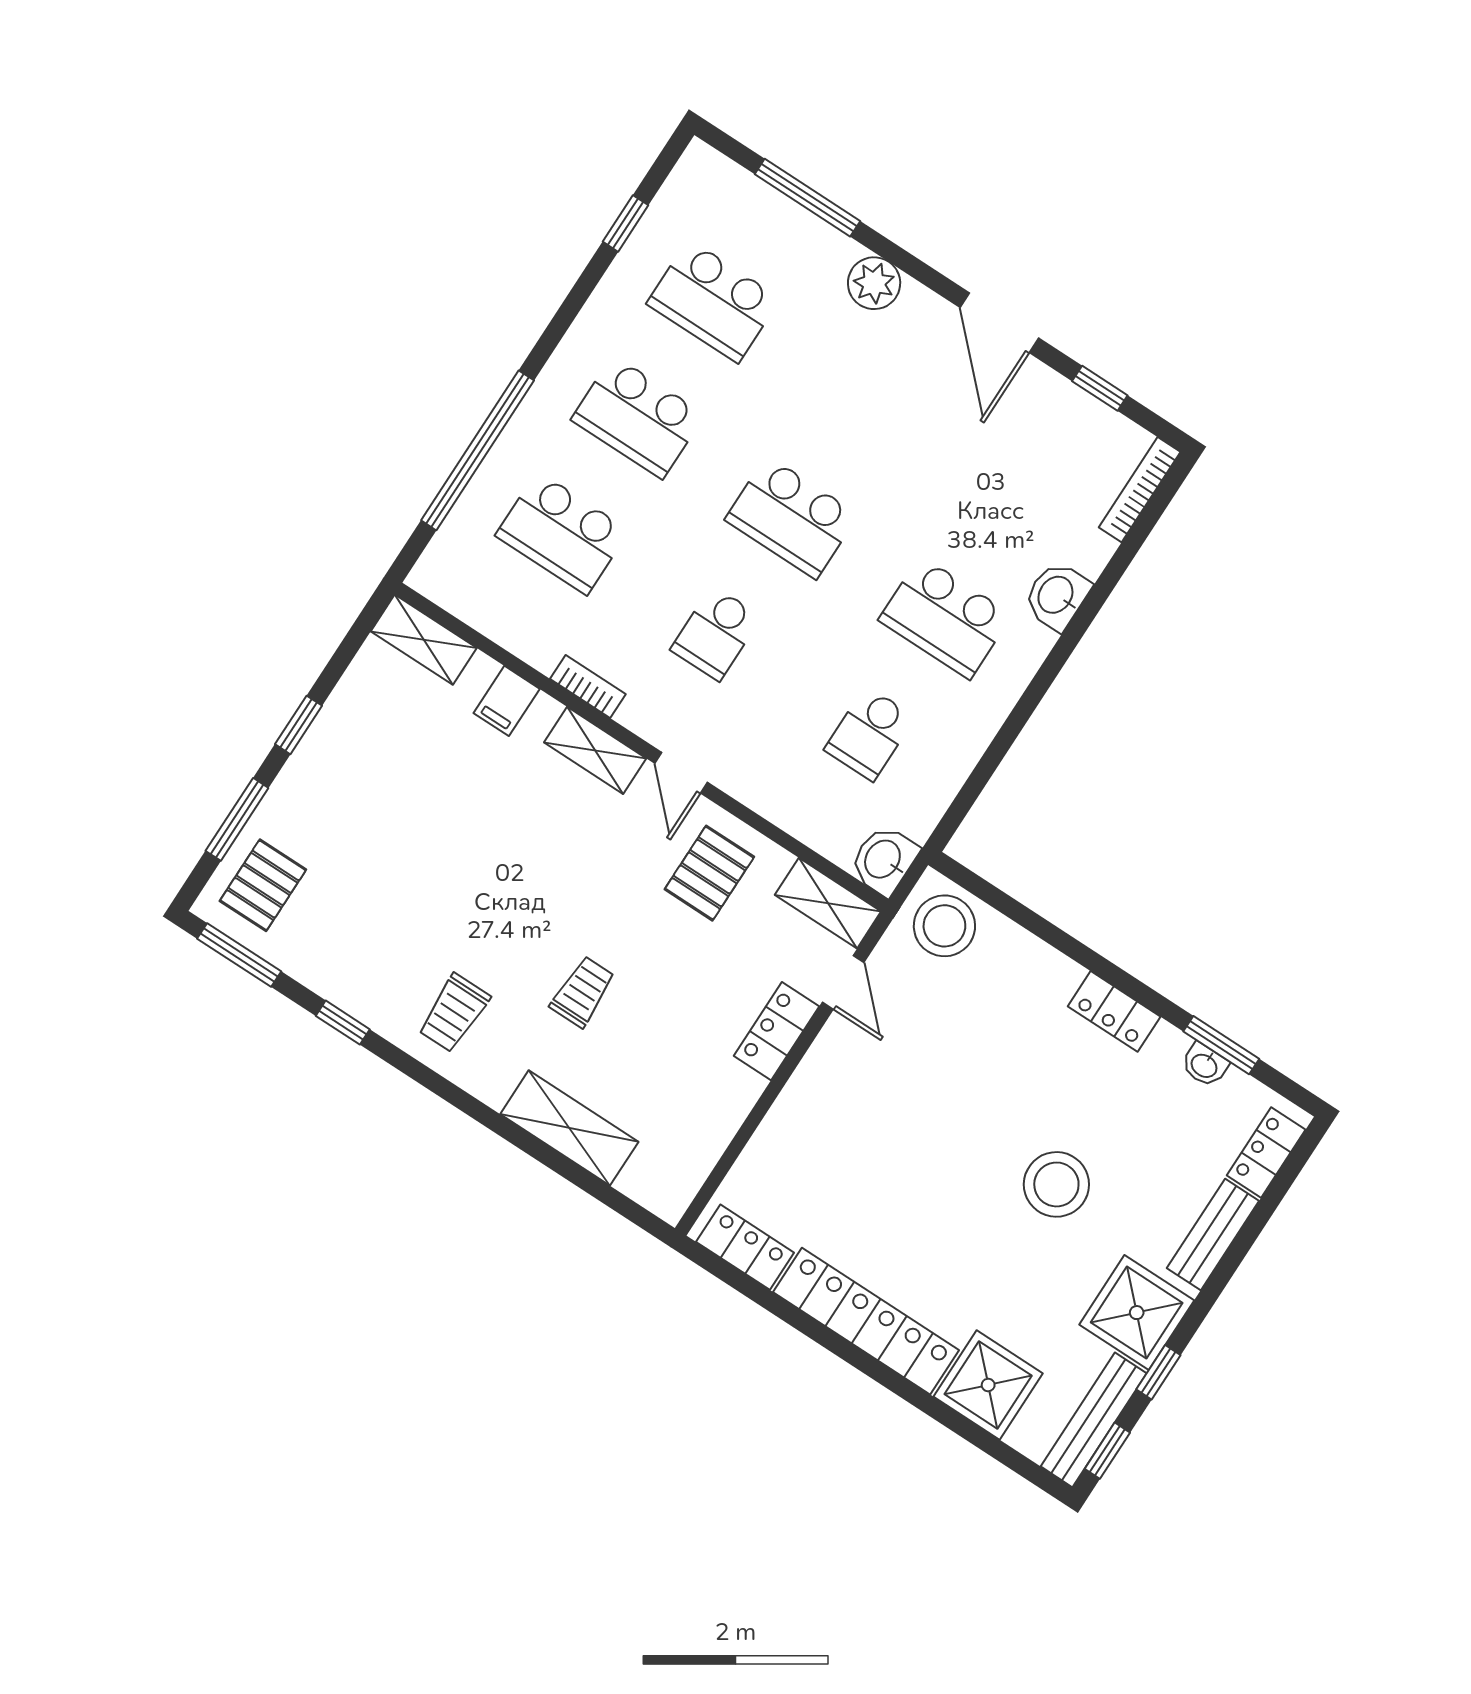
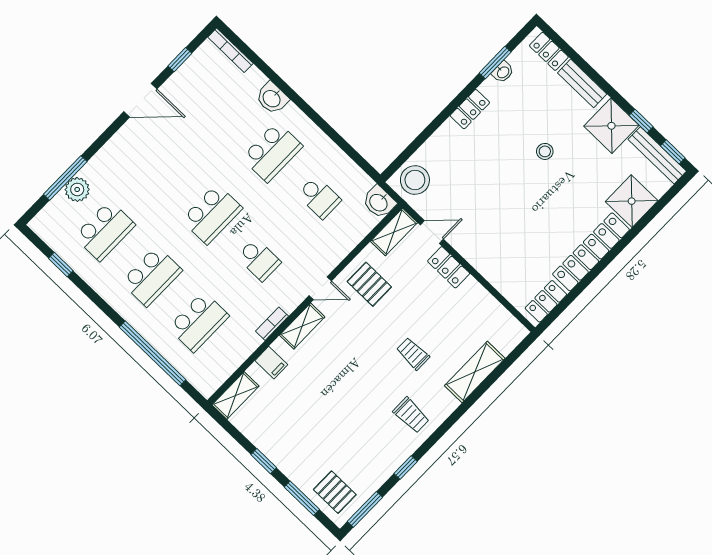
plant: (874, 283) -> (77, 189), moved
stool: (1056, 1184) -> (545, 151), width x0.53, depth x0.53

